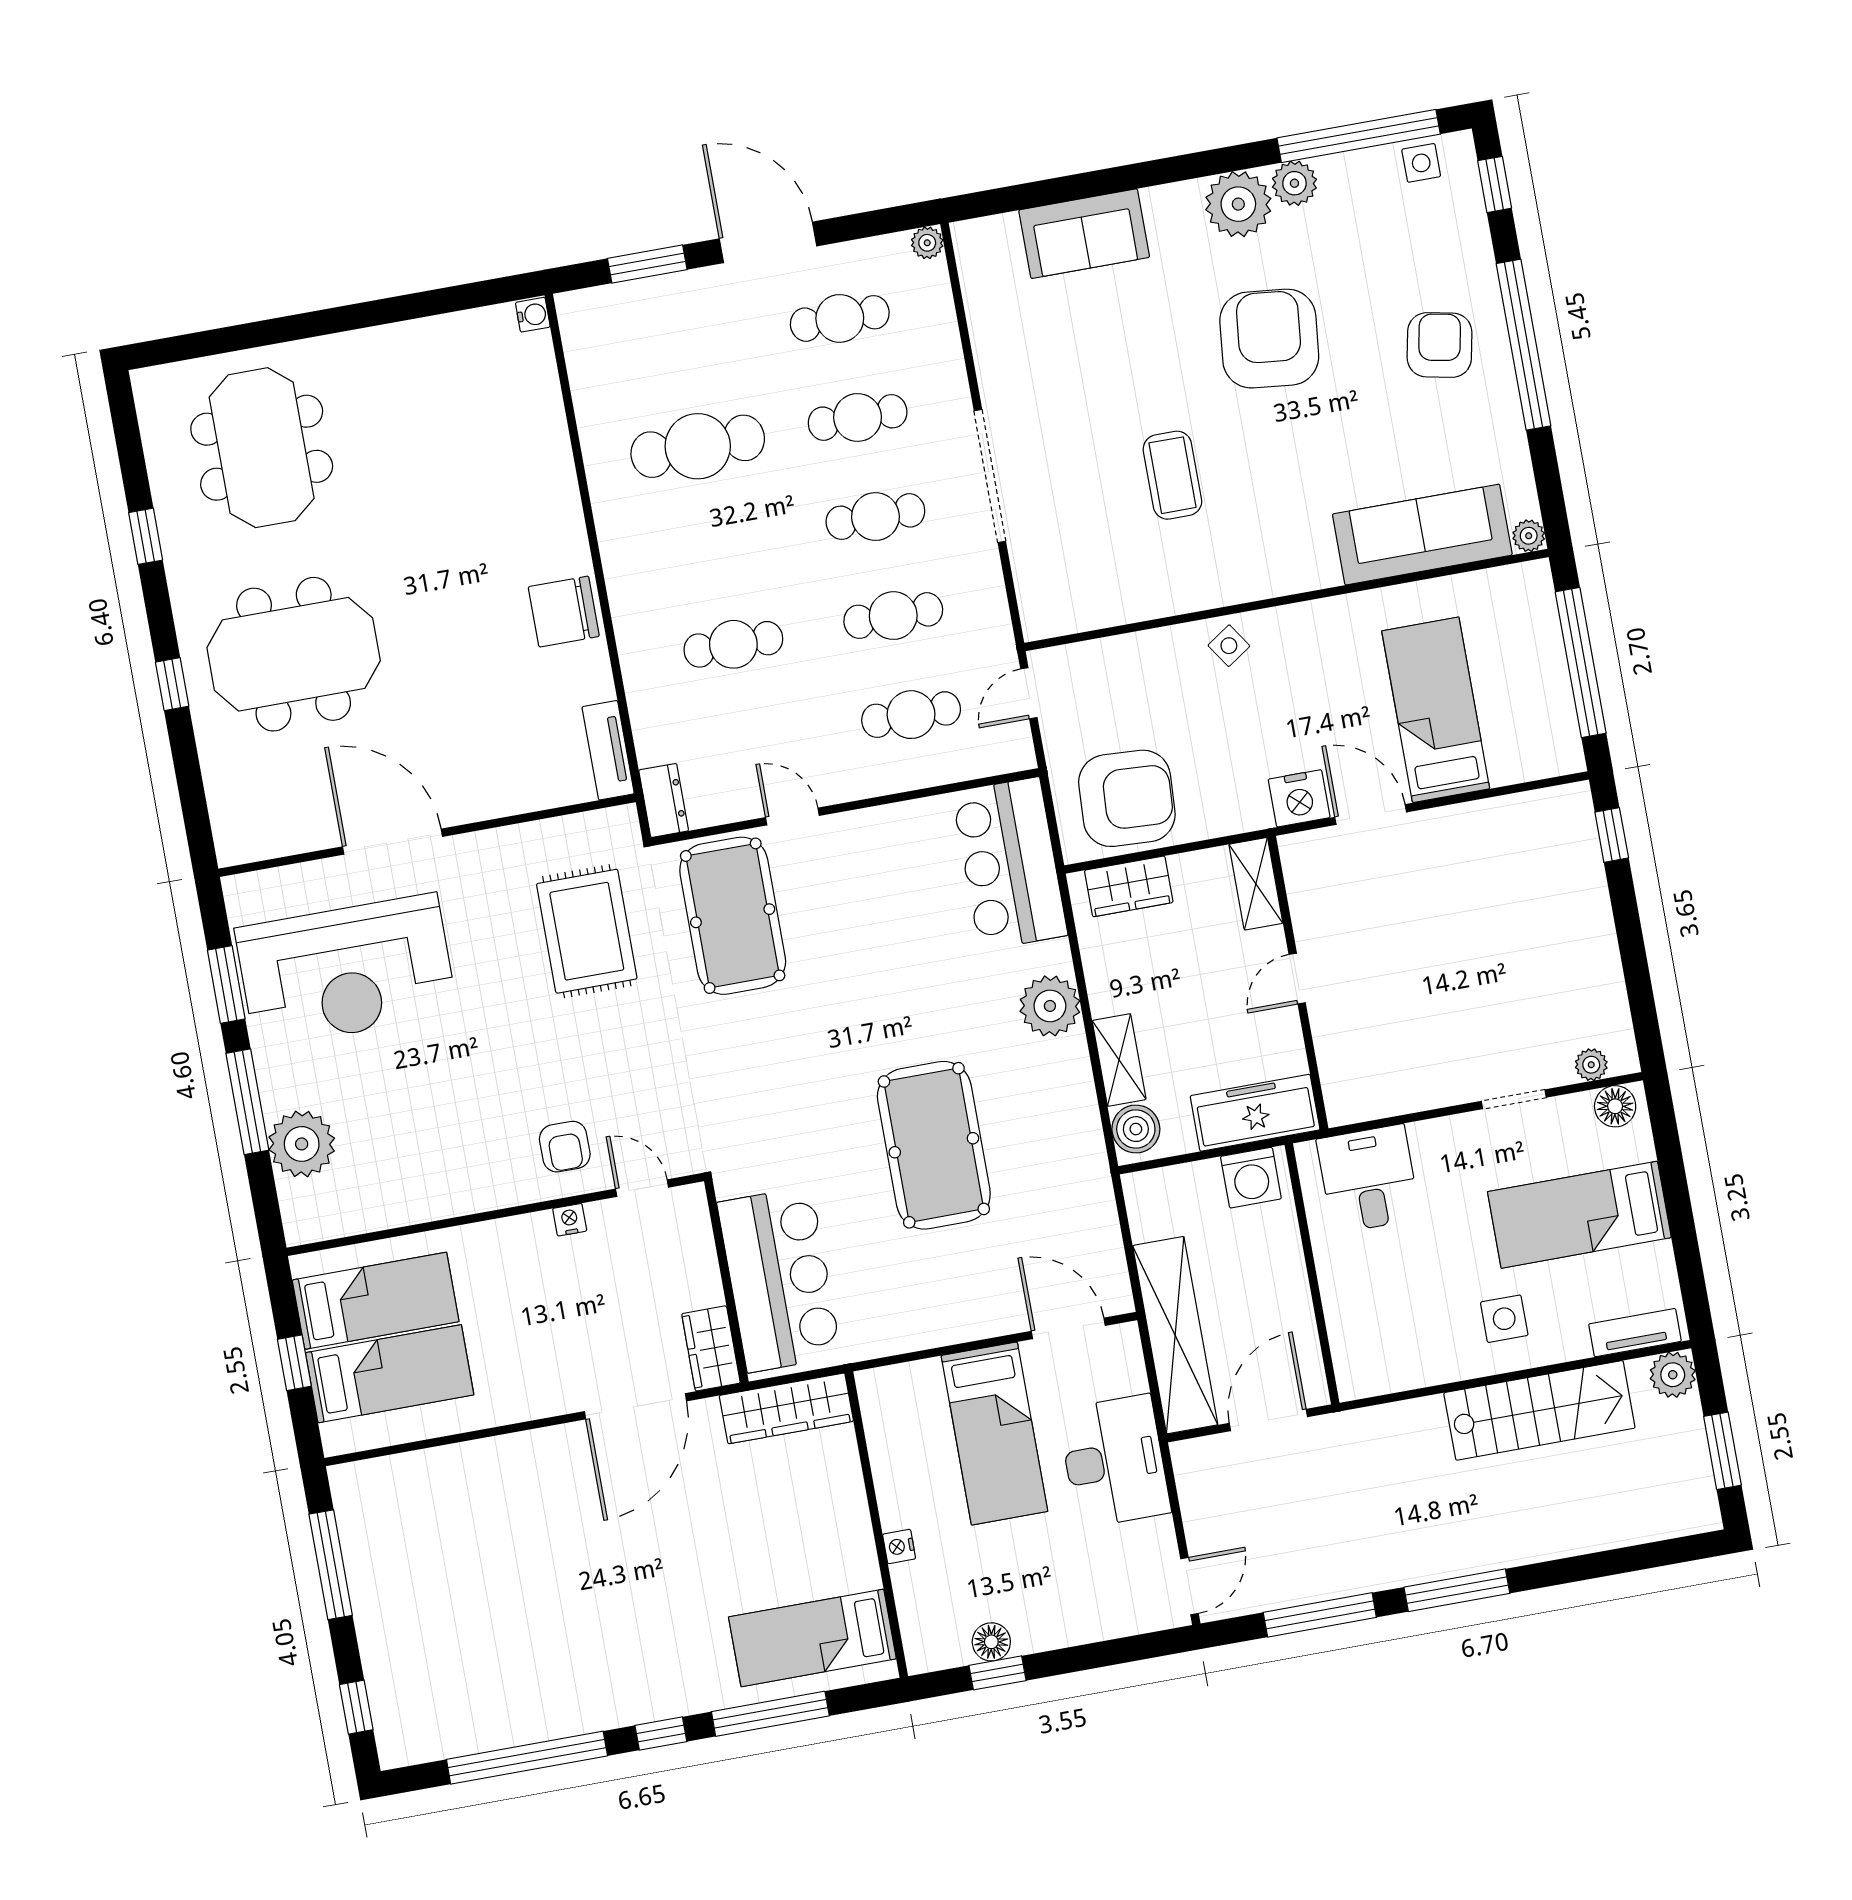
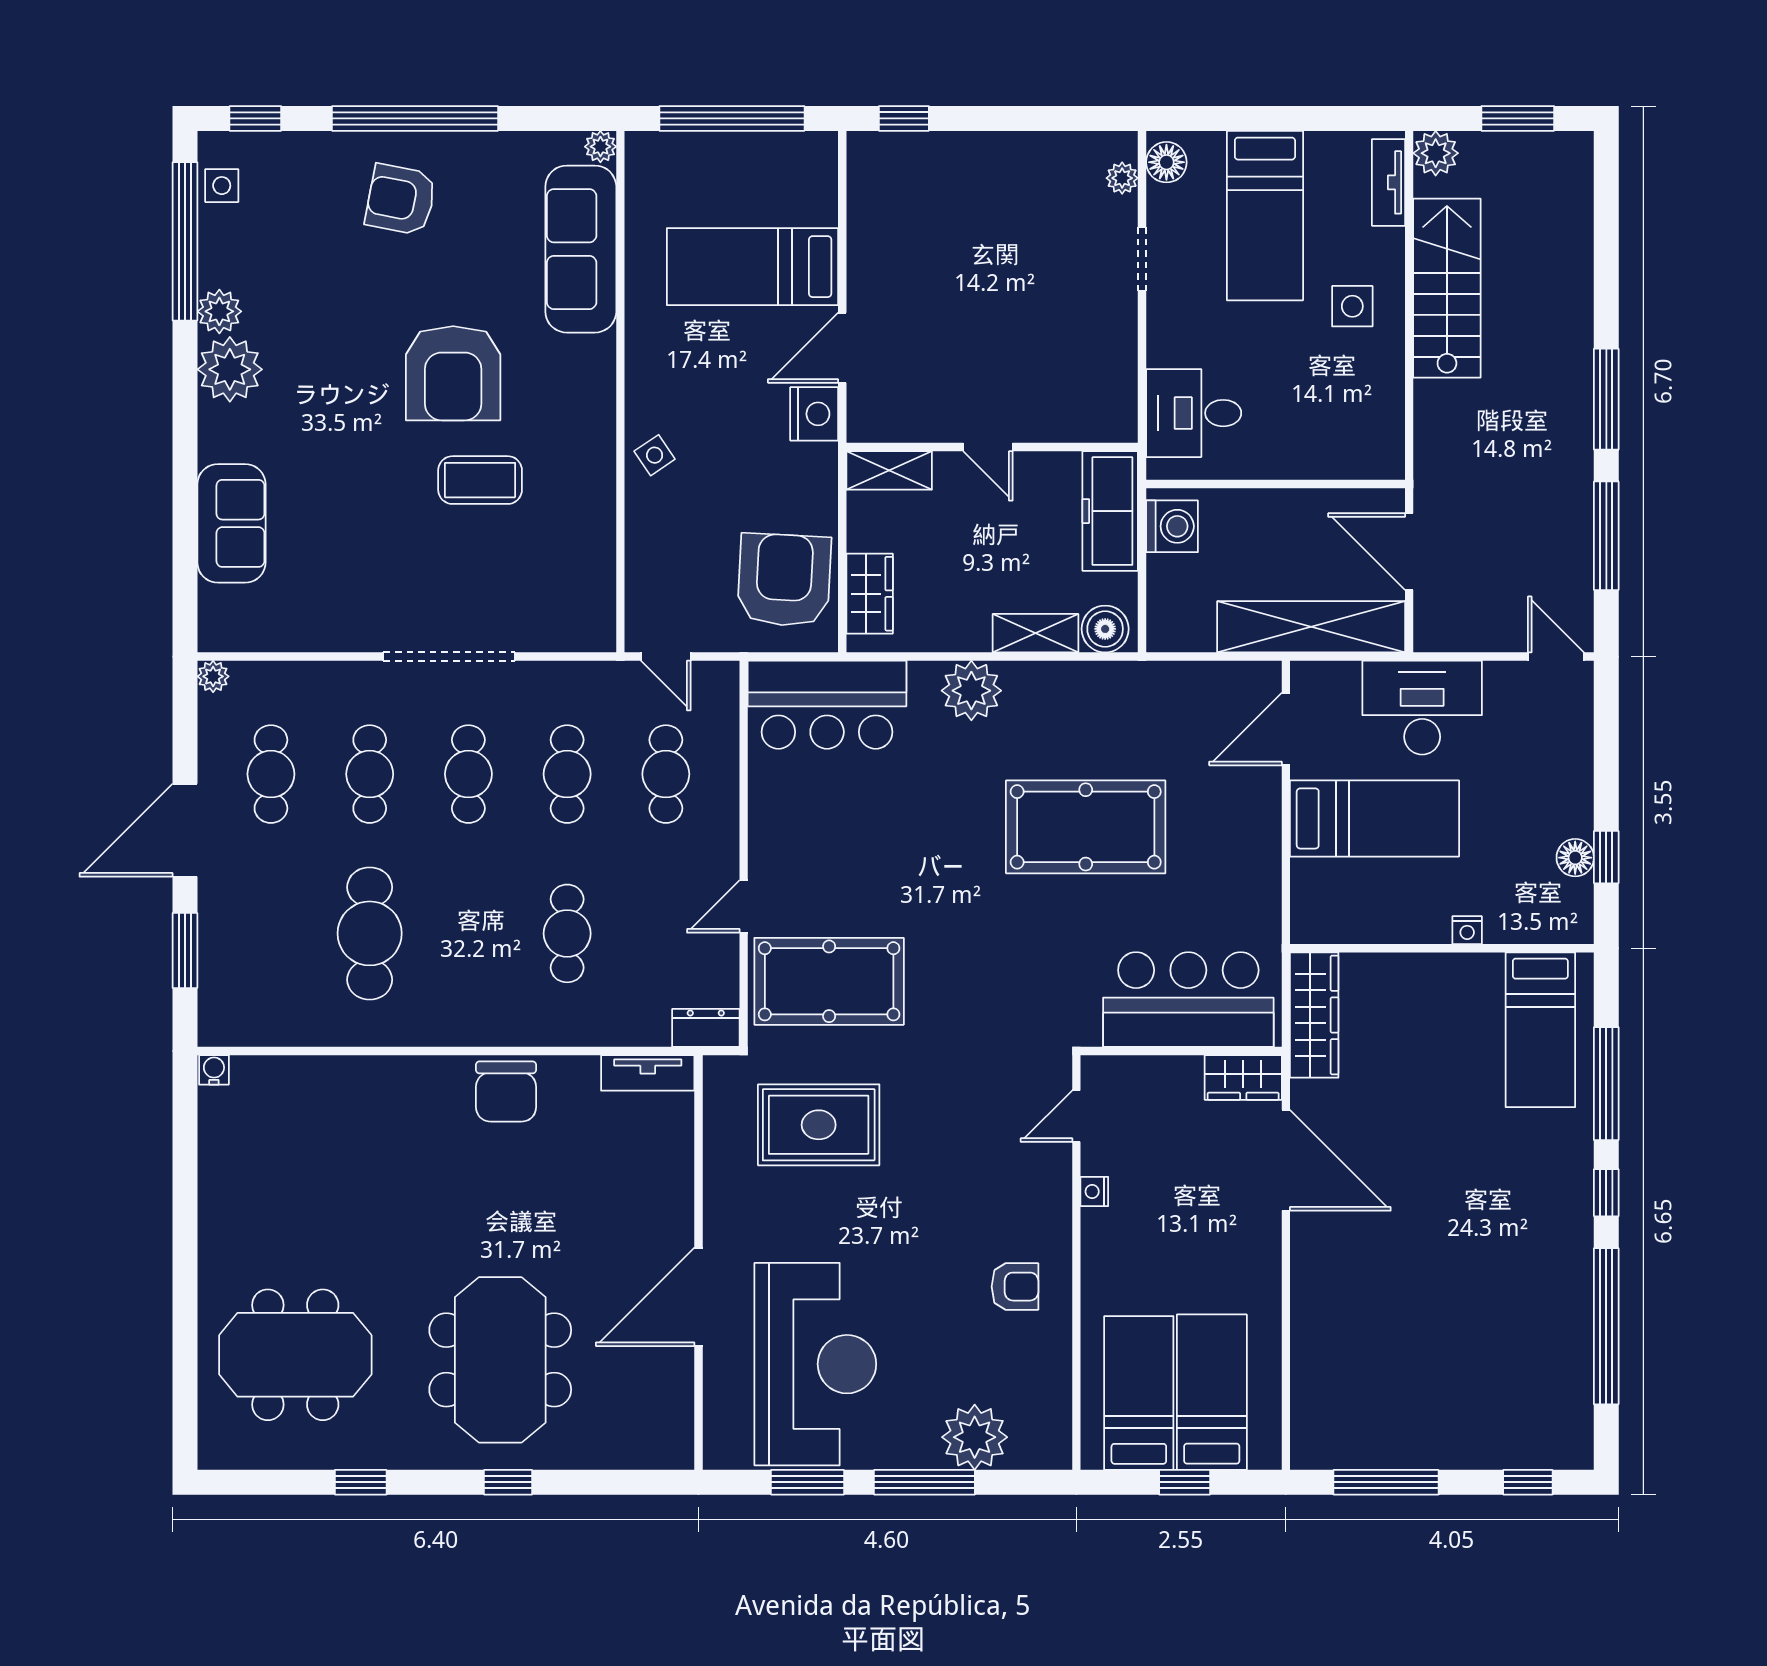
armchair: (1269, 339) -> (453, 373), moved, turned -96
armchair: (565, 1147) -> (1015, 1287), moved

